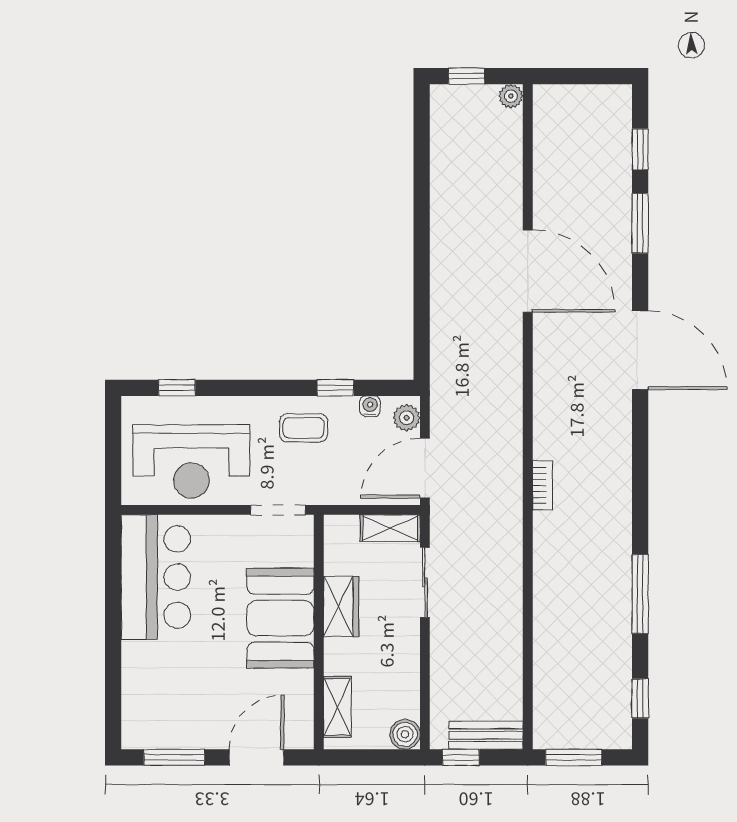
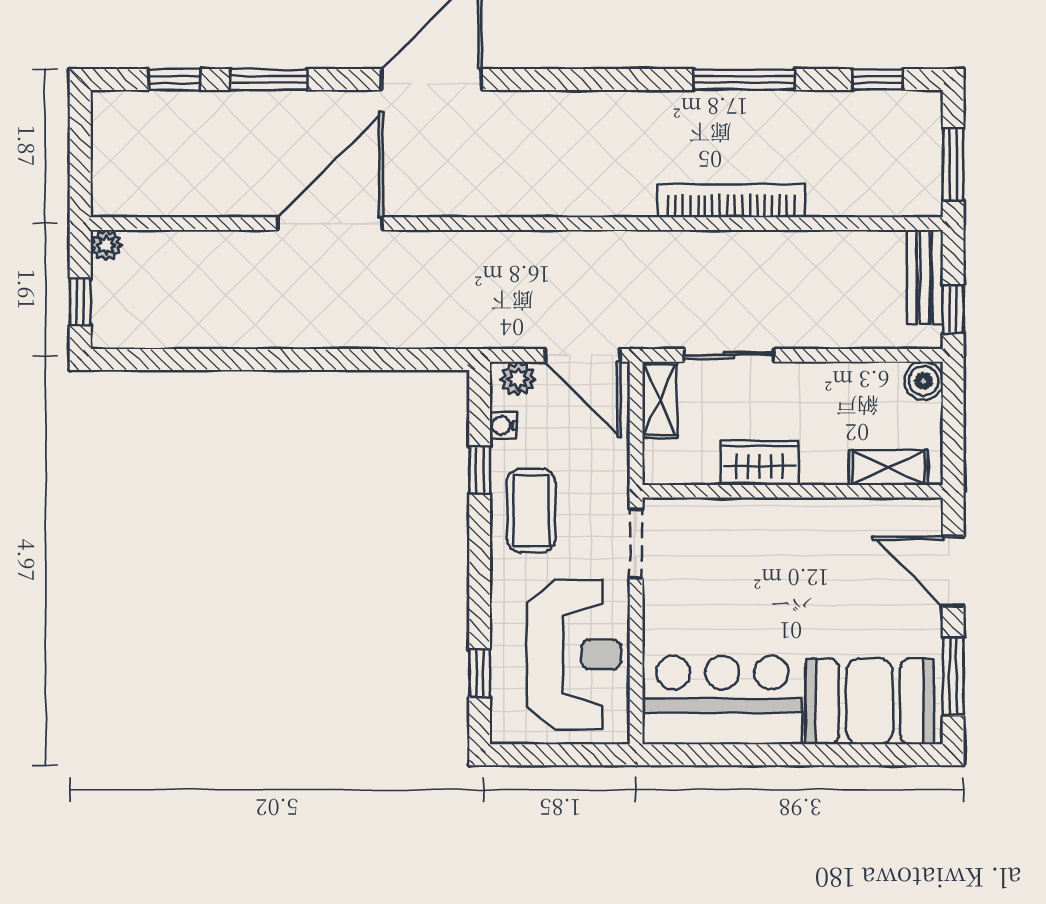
coffee table: (304, 428) -> (531, 511), width x1.36, depth x1.30
bookcase: (542, 485) -> (731, 201), moved, width x2.31, depth x1.31
booth: (280, 618) -> (869, 701), moved

